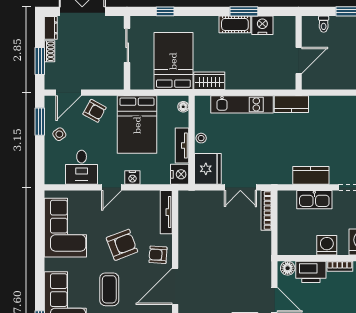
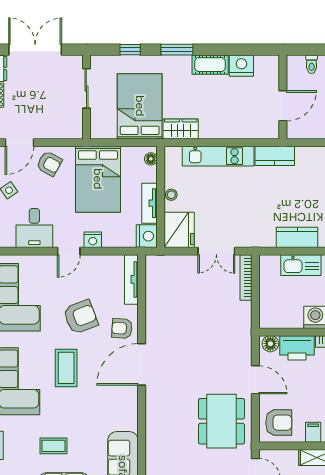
window: (244, 11) -> (177, 50), moved

